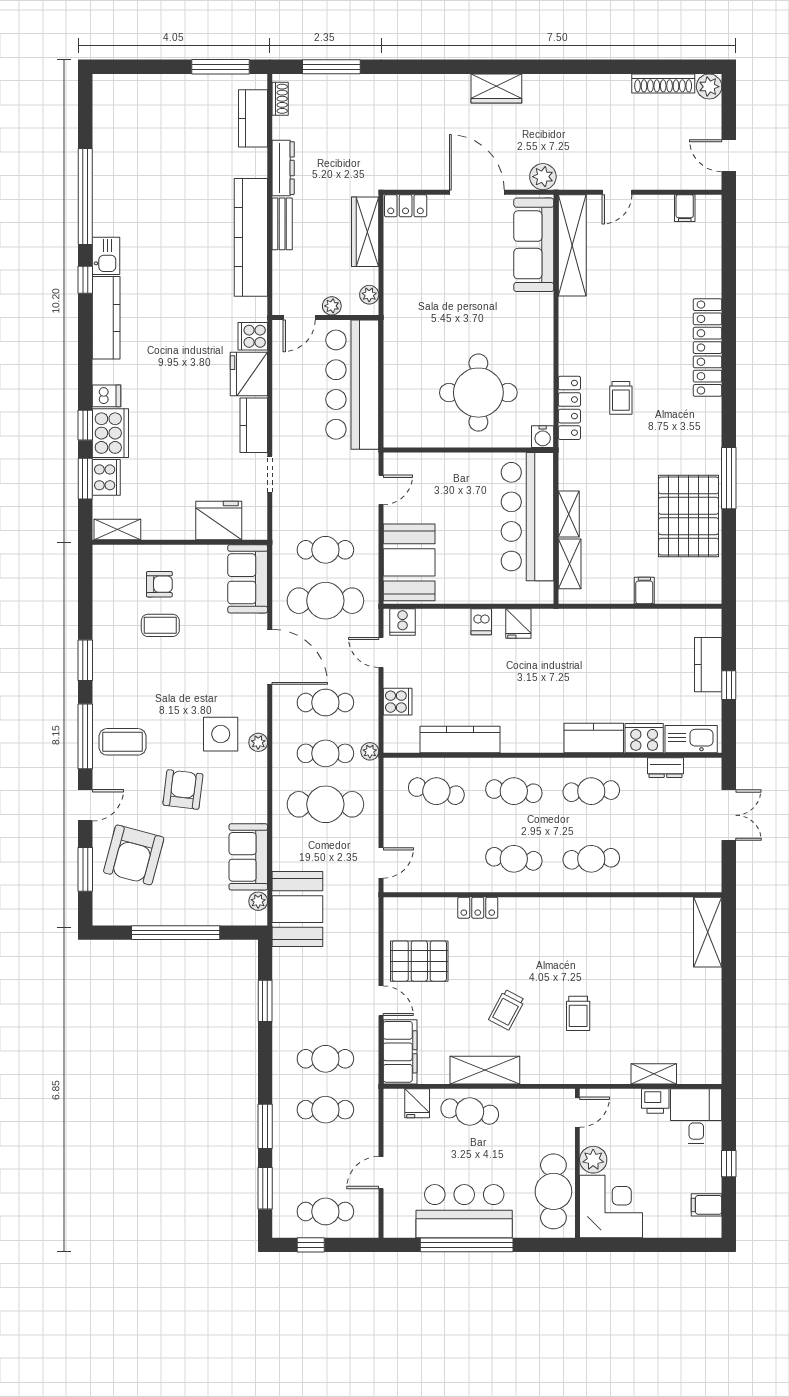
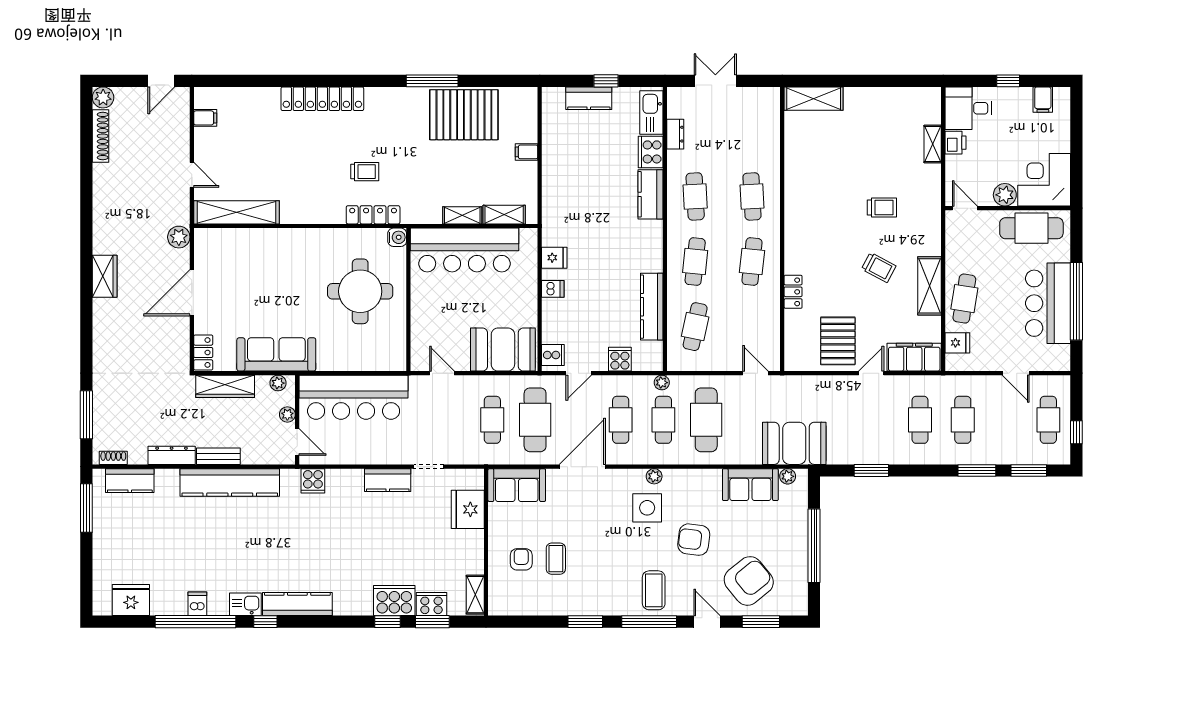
sofa: (534, 245) -> (276, 354), moved, turned 180
fridge: (249, 374) -> (131, 600), moved, turned 180
dishwasher: (106, 396) -> (197, 604), moved
armchair: (134, 855) -> (749, 581), turned -54

